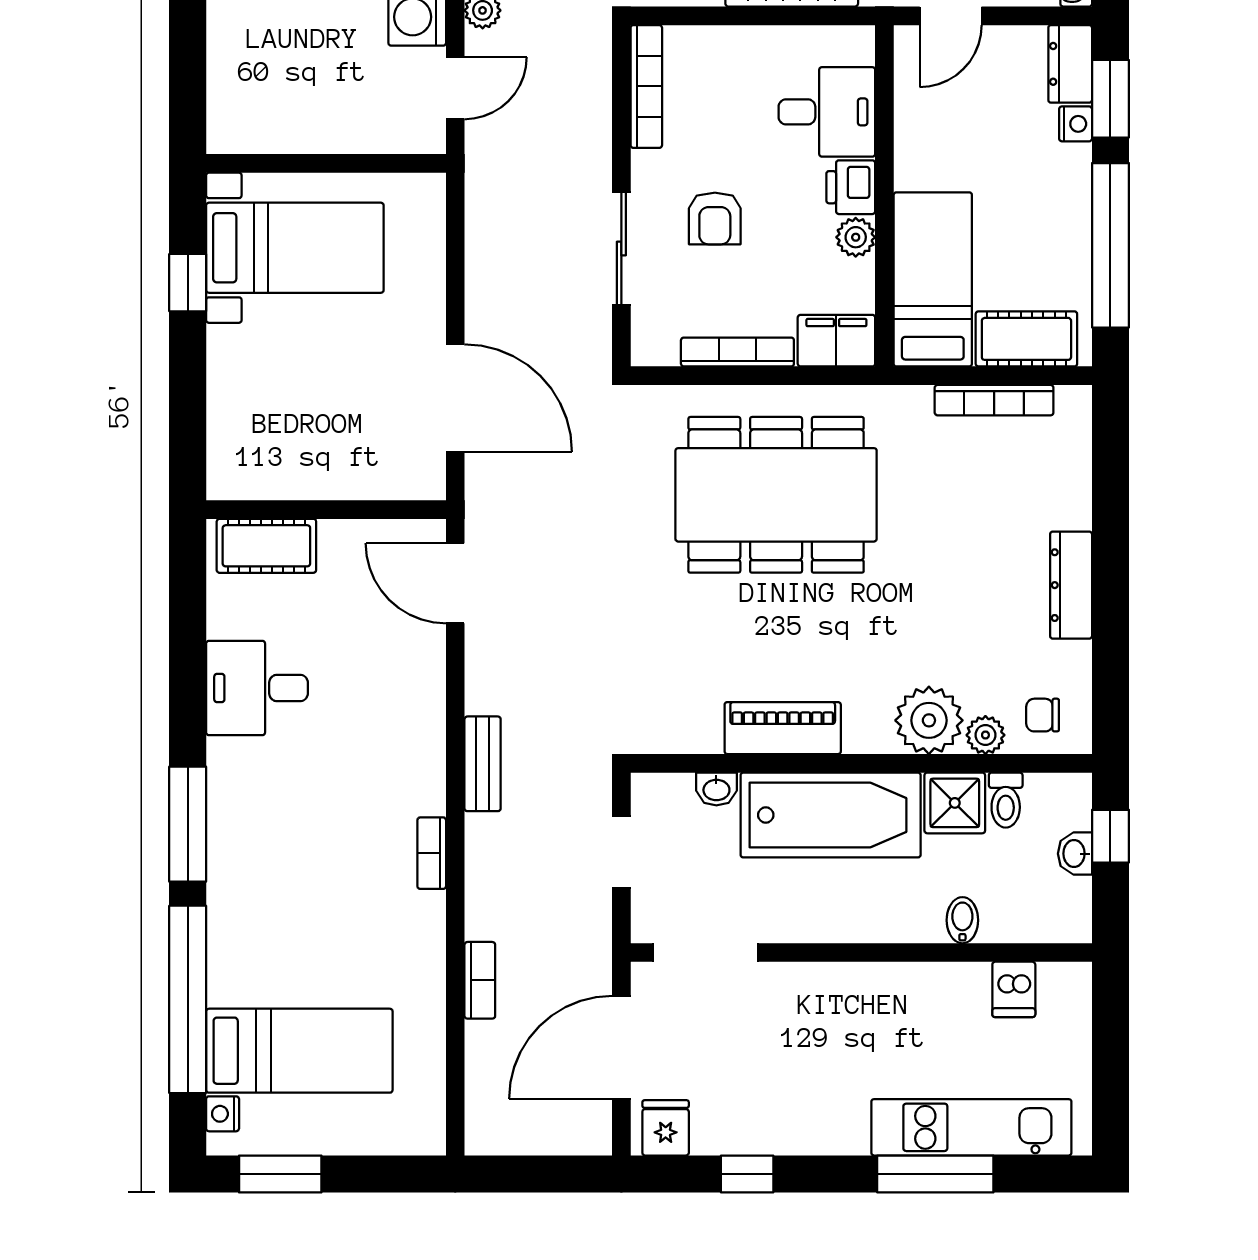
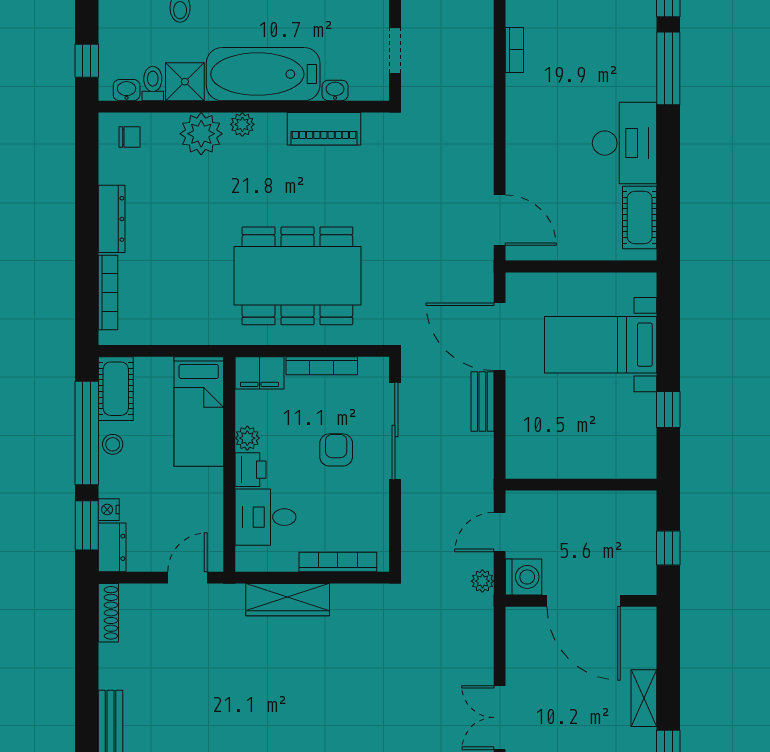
window: (188, 63) -> (668, 548), added
bookcase: (646, 86) -> (338, 562), moved, turned 90
stool: (1069, 227) -> (113, 444), added
bed with nightstands: (295, 248) -> (601, 345), moved
sliding door: (621, 249) -> (395, 431), width x1.37
cot: (1026, 339) -> (116, 389), moved, turned 90
bookcase: (994, 400) -> (108, 292), moved, turned 90
cot: (266, 546) -> (640, 217), moved, turned 90
desk: (257, 688) -> (625, 143), width x1.37
piano: (783, 728) -> (324, 129), moved
plant: (985, 735) -> (242, 124), moved
bench: (483, 764) -> (482, 401), moved
washbasin: (1075, 854) -> (127, 90), moved, turned -90

